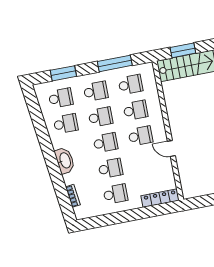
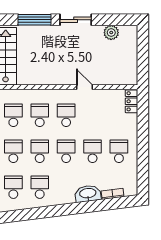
door: (171, 149) -> (85, 87), swing flipped
washbasin: (65, 160) -> (88, 194), moved
locker: (160, 198) -> (131, 101), width x0.66

